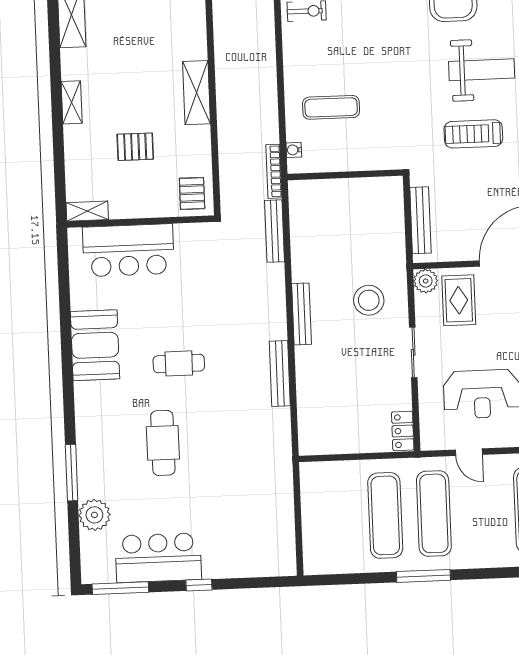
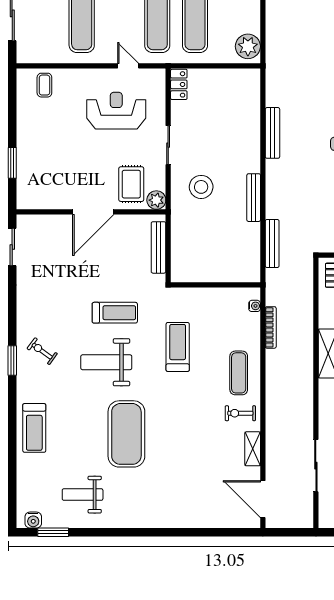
treadmill: (391, 93) -> (178, 347), added
exercise mat: (331, 107) -> (239, 373), moved, turned 90
bookcase: (274, 171) -> (271, 327), moved
bench: (302, 314) -> (254, 198), moved
plant: (316, 483) -> (248, 46), added

